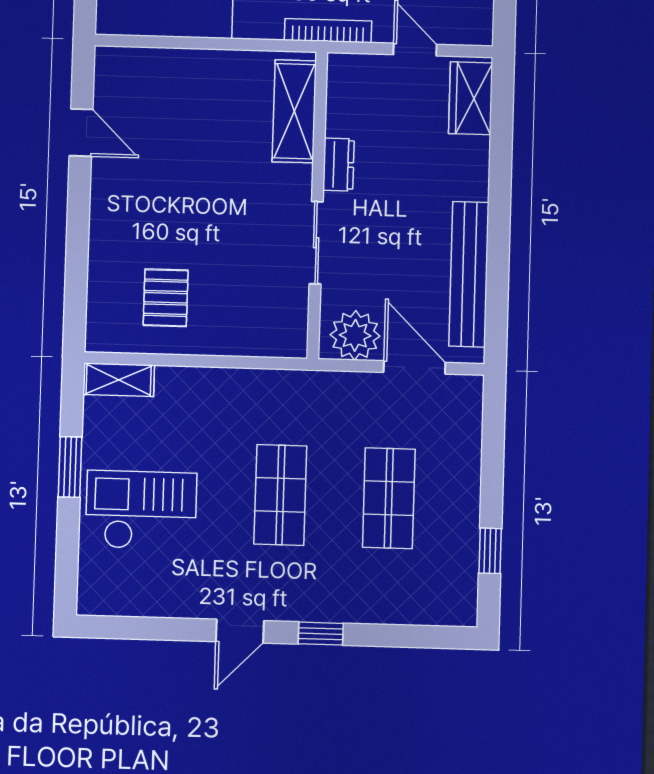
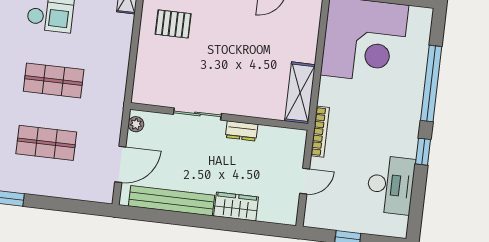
wardrobe: (471, 98) -> (236, 207), moved
shelving: (294, 111) -> (300, 93), moved, turned 90
plant: (355, 335) -> (136, 124), width x0.53, depth x0.53

